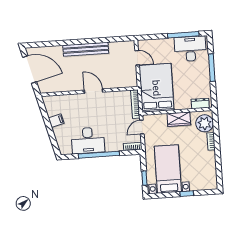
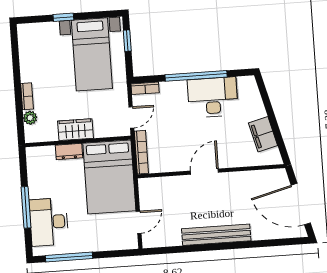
desk: (190, 49) -> (49, 222), moved, turned 90
door: (137, 58) -> (139, 222), swing flipped
door: (93, 91) -> (204, 172), swing flipped
dresser: (200, 103) -> (69, 152), moved
filing cabinet: (56, 121) -> (263, 134), width x2.00
plant: (205, 123) -> (30, 118), width x0.53, depth x0.53

